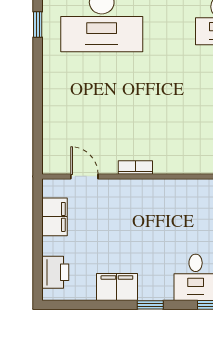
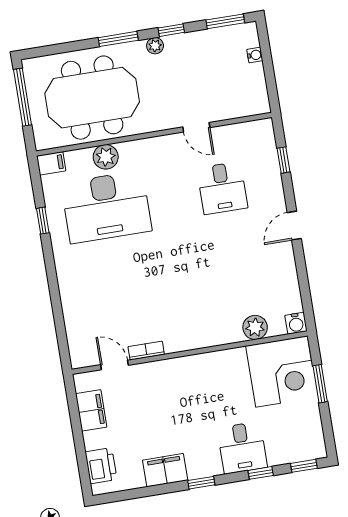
bookcase: (135, 167) -> (146, 351), moved

